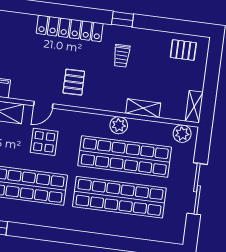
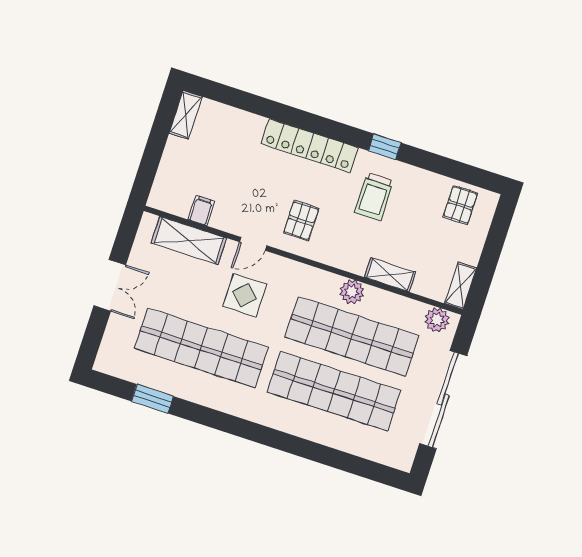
pallet: (183, 50) -> (460, 205), turned 90
trolley: (122, 56) -> (374, 197), width x1.36, depth x1.39
sliding door: (197, 189) -> (443, 400), width x1.36

